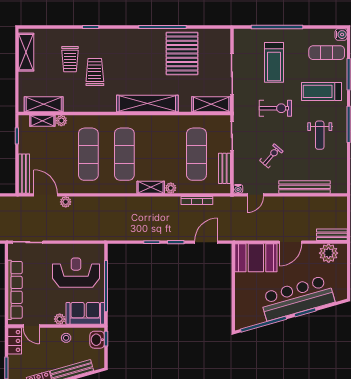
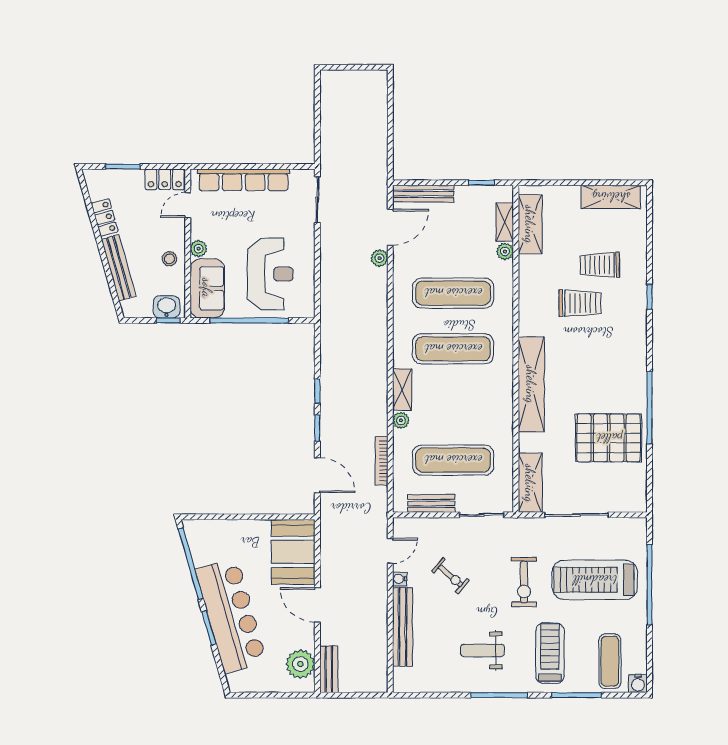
treadmill: (274, 62) -> (595, 580), width x1.37, depth x1.38
water cooler: (238, 189) -> (400, 579), moved
door: (255, 195) -> (390, 551), swing flipped

